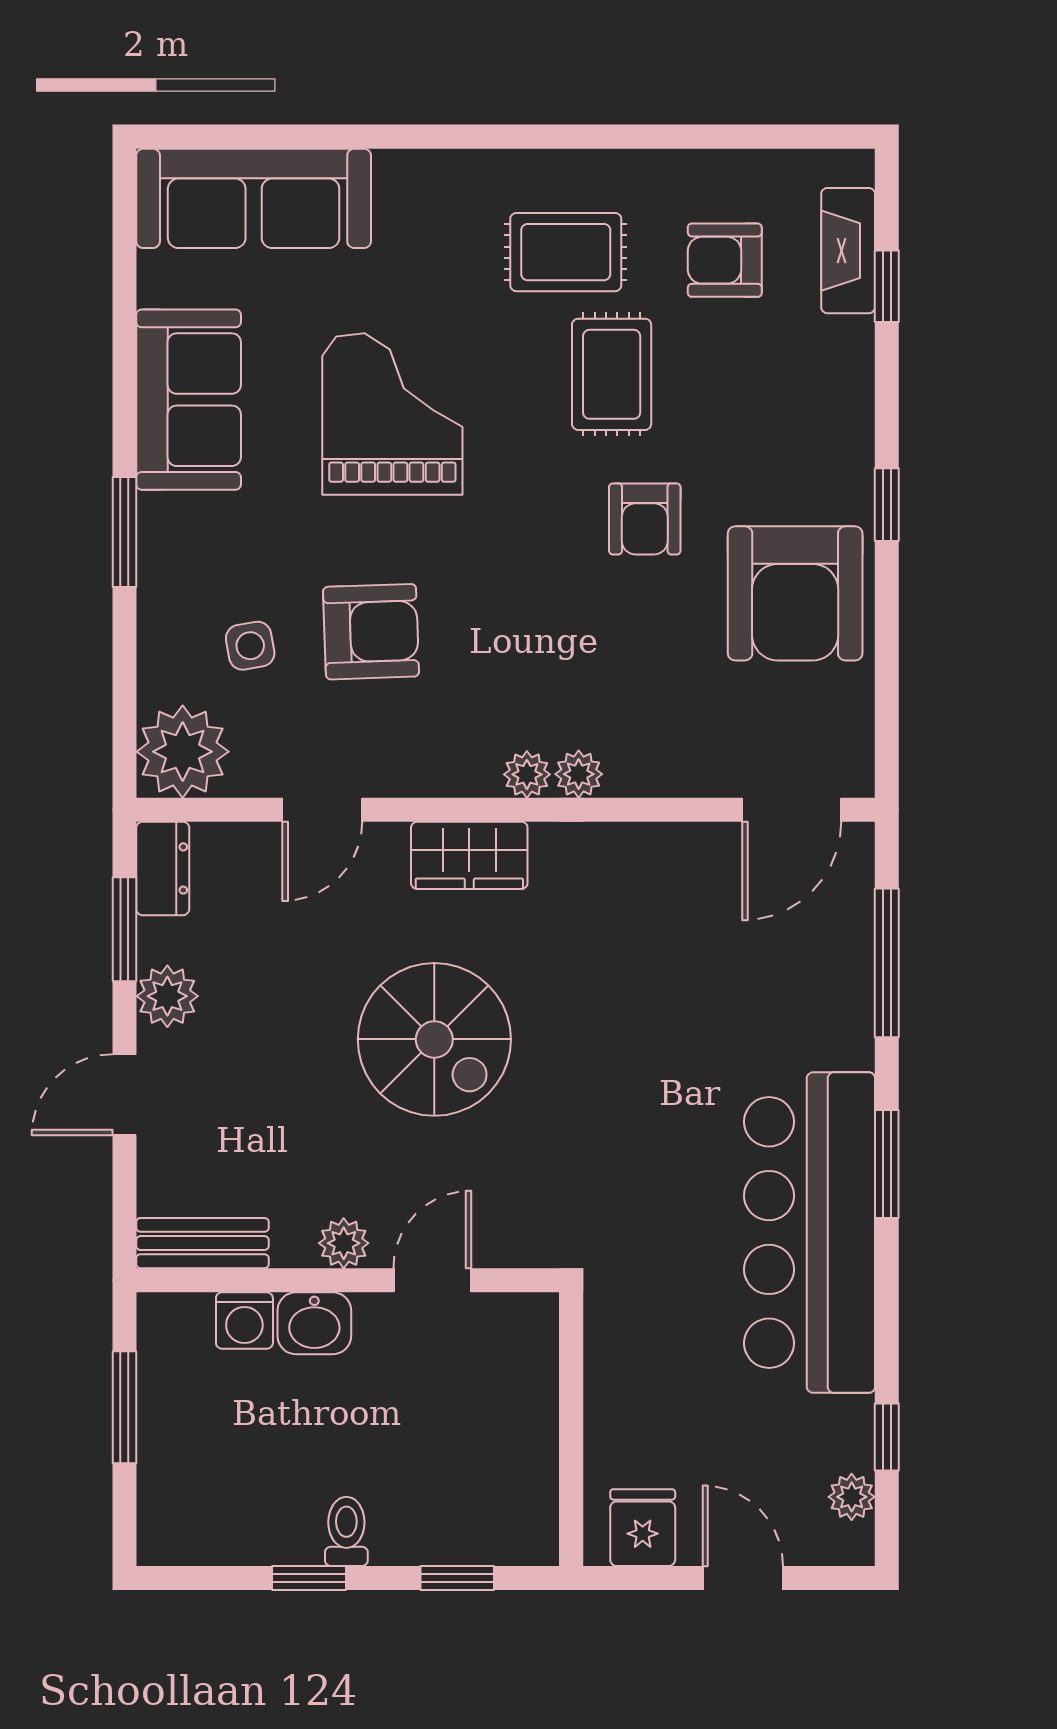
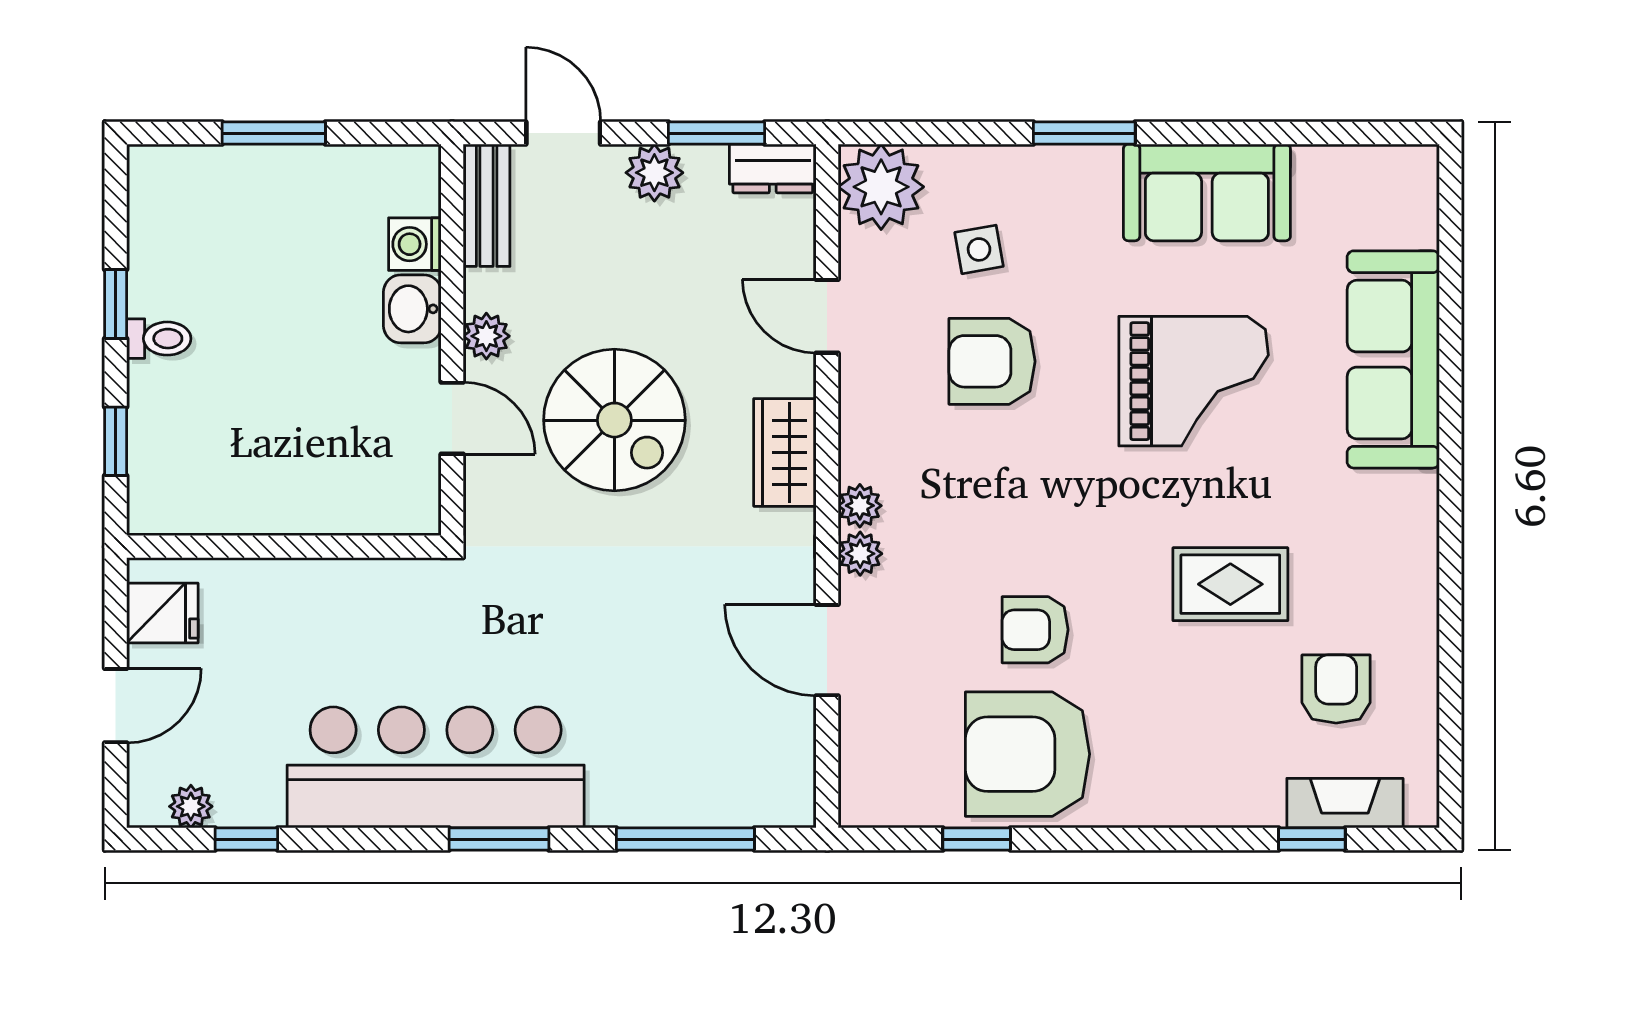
sofa: (254, 198) -> (1393, 359), moved
rug: (566, 252) -> (1344, 542), removed
window: (887, 505) -> (977, 839), moved
armchair: (645, 519) -> (1035, 630), moved
armchair: (371, 632) -> (992, 361), turned 92
door: (792, 810) -> (827, 650), moved
spiral stairs: (434, 1039) -> (614, 420), turned -90
bench: (202, 1243) -> (487, 205), moved
plant: (344, 1243) -> (486, 336), moved
wall: (348, 1280) -> (452, 340), moved
door: (432, 1280) -> (452, 418), moved
washing machine: (244, 1320) -> (415, 244), moved
washbasin: (314, 1323) -> (412, 309), moved

